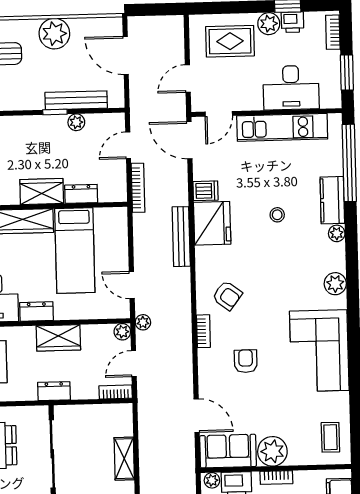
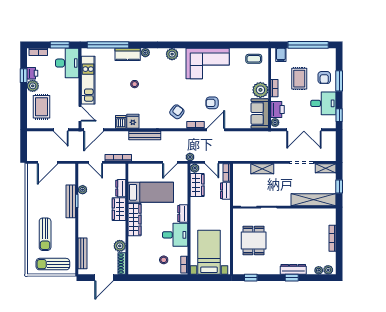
plant: (54, 34) -> (35, 200), removed
desk: (291, 88) -> (67, 63), moved
bench: (76, 100) -> (71, 201), moved
fridge: (212, 223) -> (133, 121), width x0.53, depth x0.75
wardrobe: (58, 338) -> (197, 185), moved
dresser: (54, 391) -> (225, 191), moved
door: (197, 416) -> (216, 130), moved

